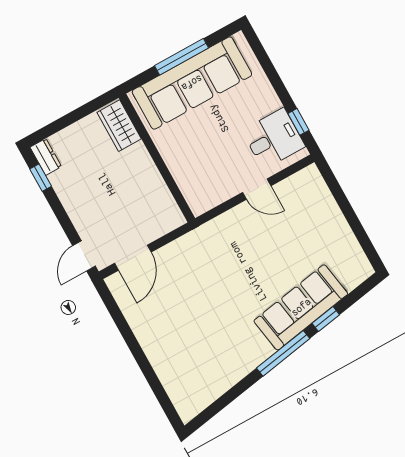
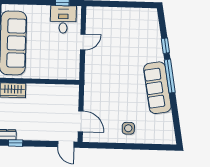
sofa: (301, 307) -> (157, 88), moved
side table: (166, 337) -> (128, 128), added

